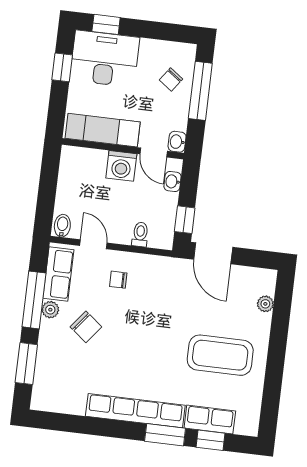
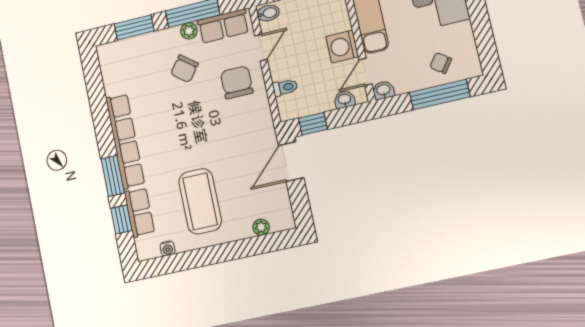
chair: (118, 280) -> (237, 82), width x1.87, depth x1.87
water cooler: (254, 403) -> (168, 248), added

